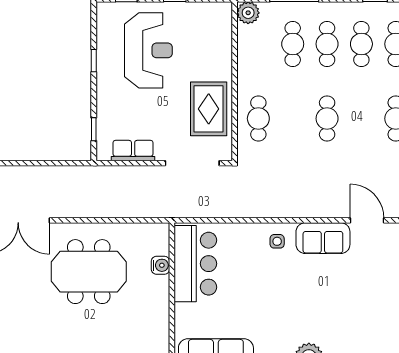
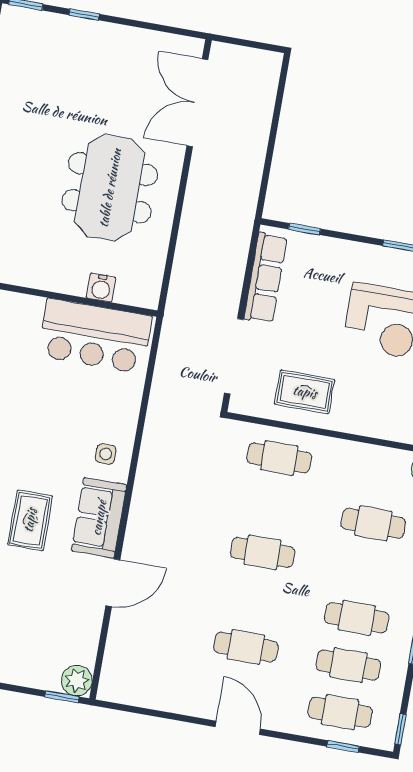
cafe table: (327, 44) -> (365, 571), removed
rug: (209, 109) -> (305, 392), width x0.73, depth x0.70
row of seats: (133, 151) -> (266, 278), width x1.48
rug: (333, 286) -> (30, 520), added

